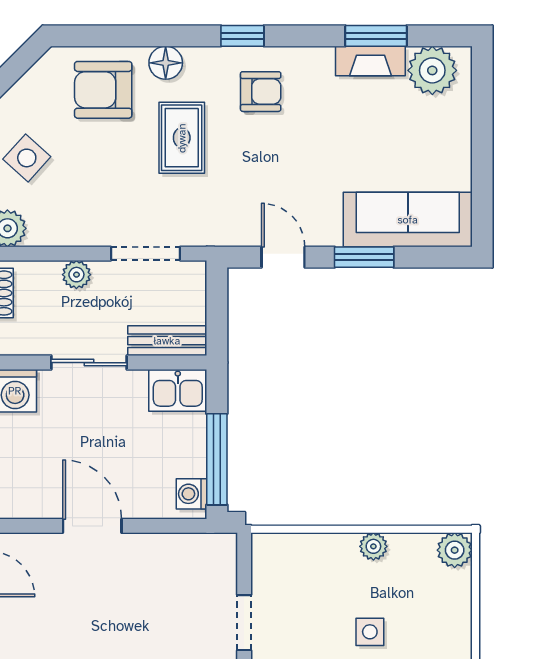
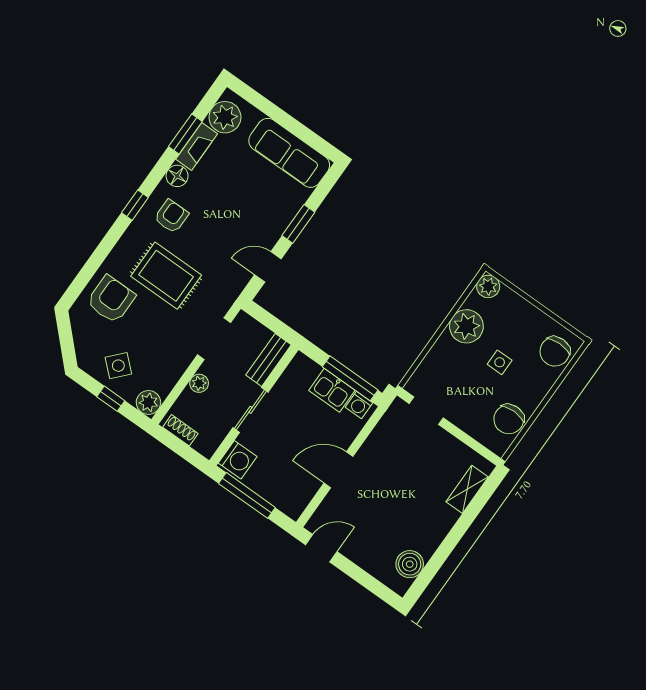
floor lamp: (166, 63) -> (177, 176), moved
armchair: (103, 90) -> (111, 299), turned 180
rug: (182, 138) -> (166, 276), width x1.36, depth x1.43
sofa: (408, 220) -> (289, 153), moved, turned -90
kitchen sink: (178, 390) -> (332, 390), moved, turned 90
plant: (373, 546) -> (466, 326), width x1.87, depth x1.87
doorway: (244, 623) -> (426, 411), moved

